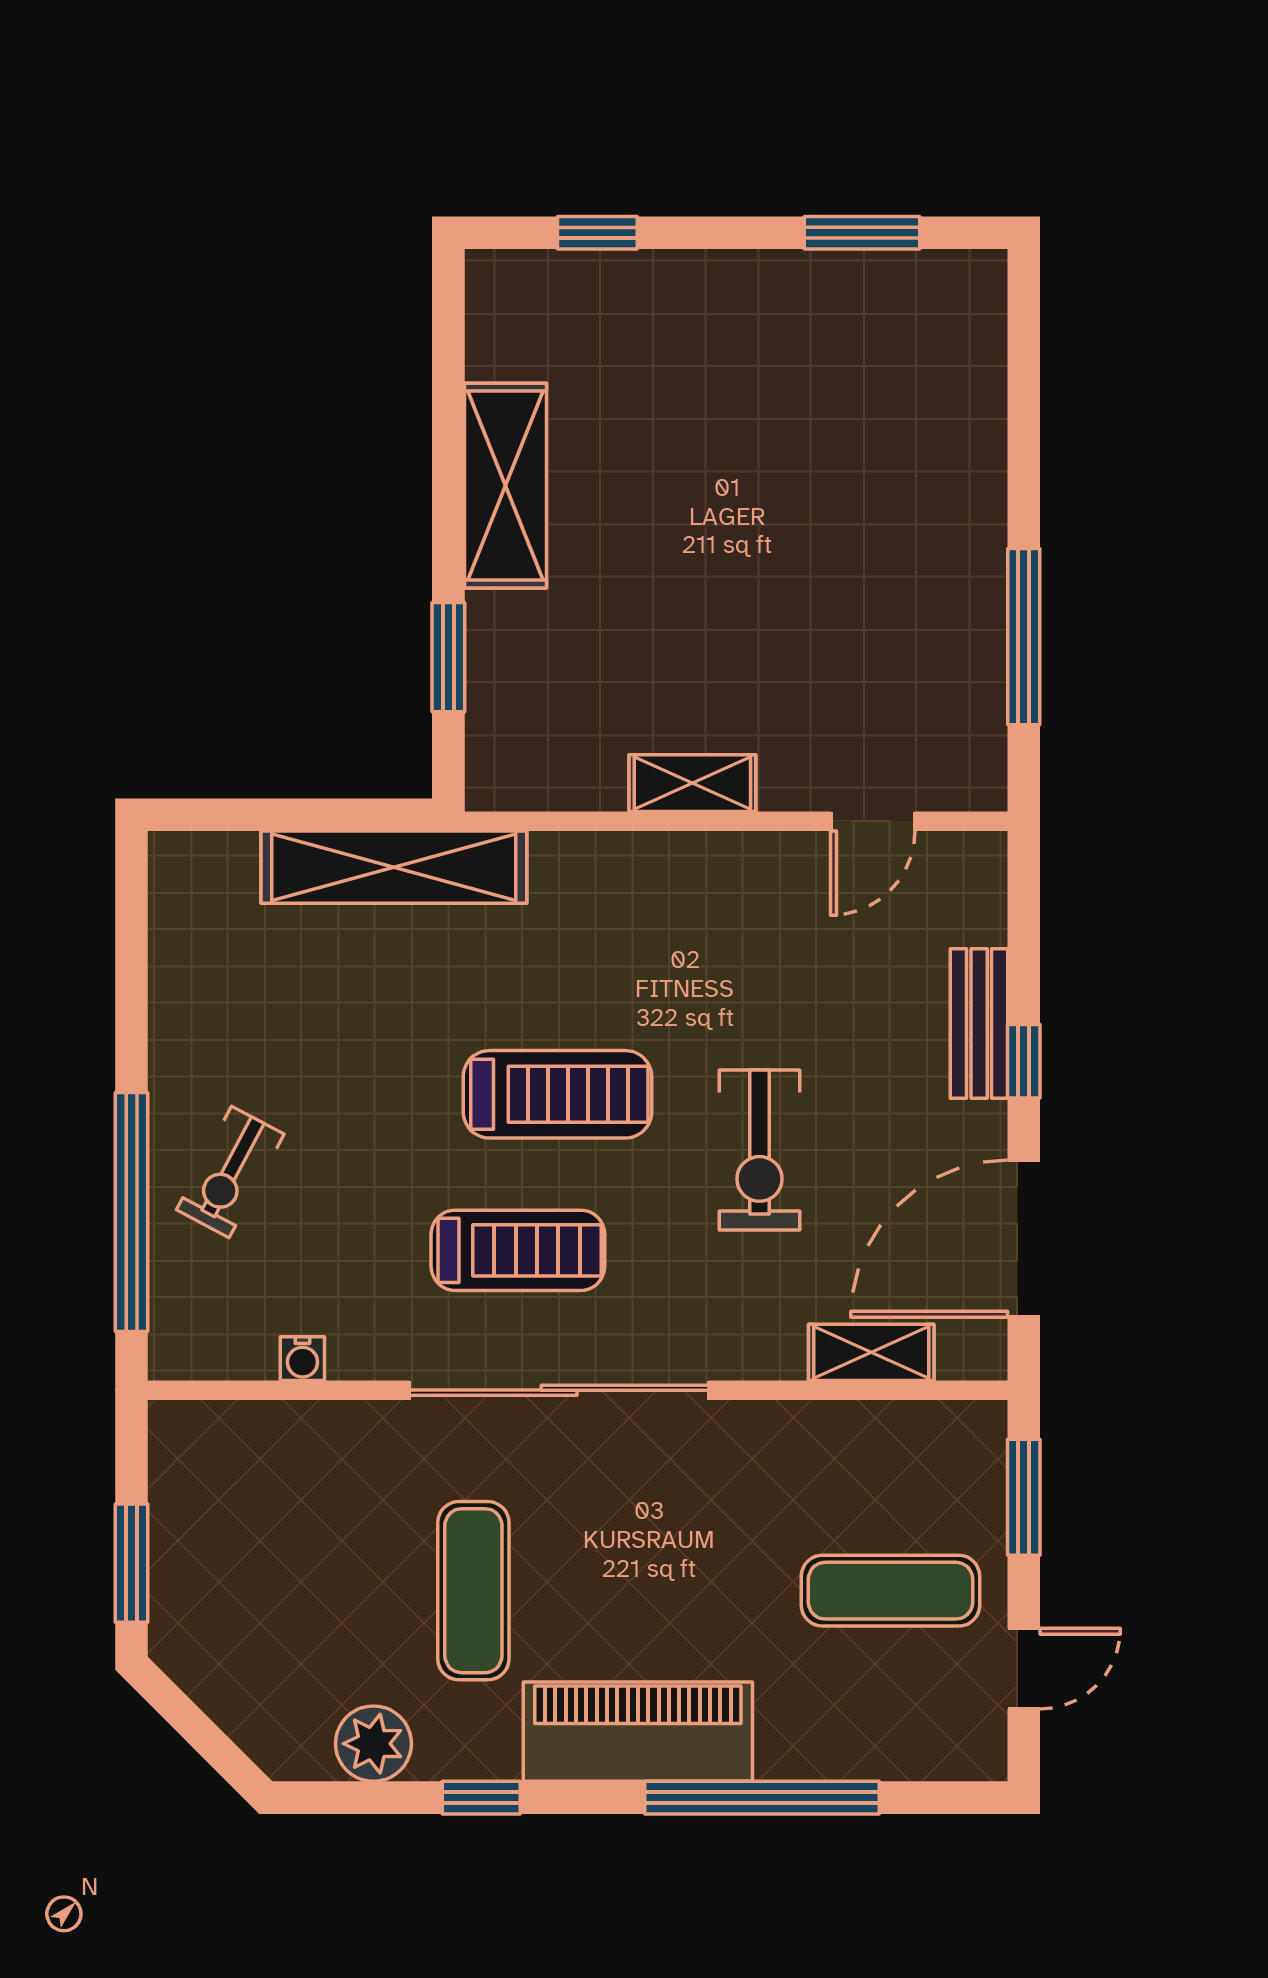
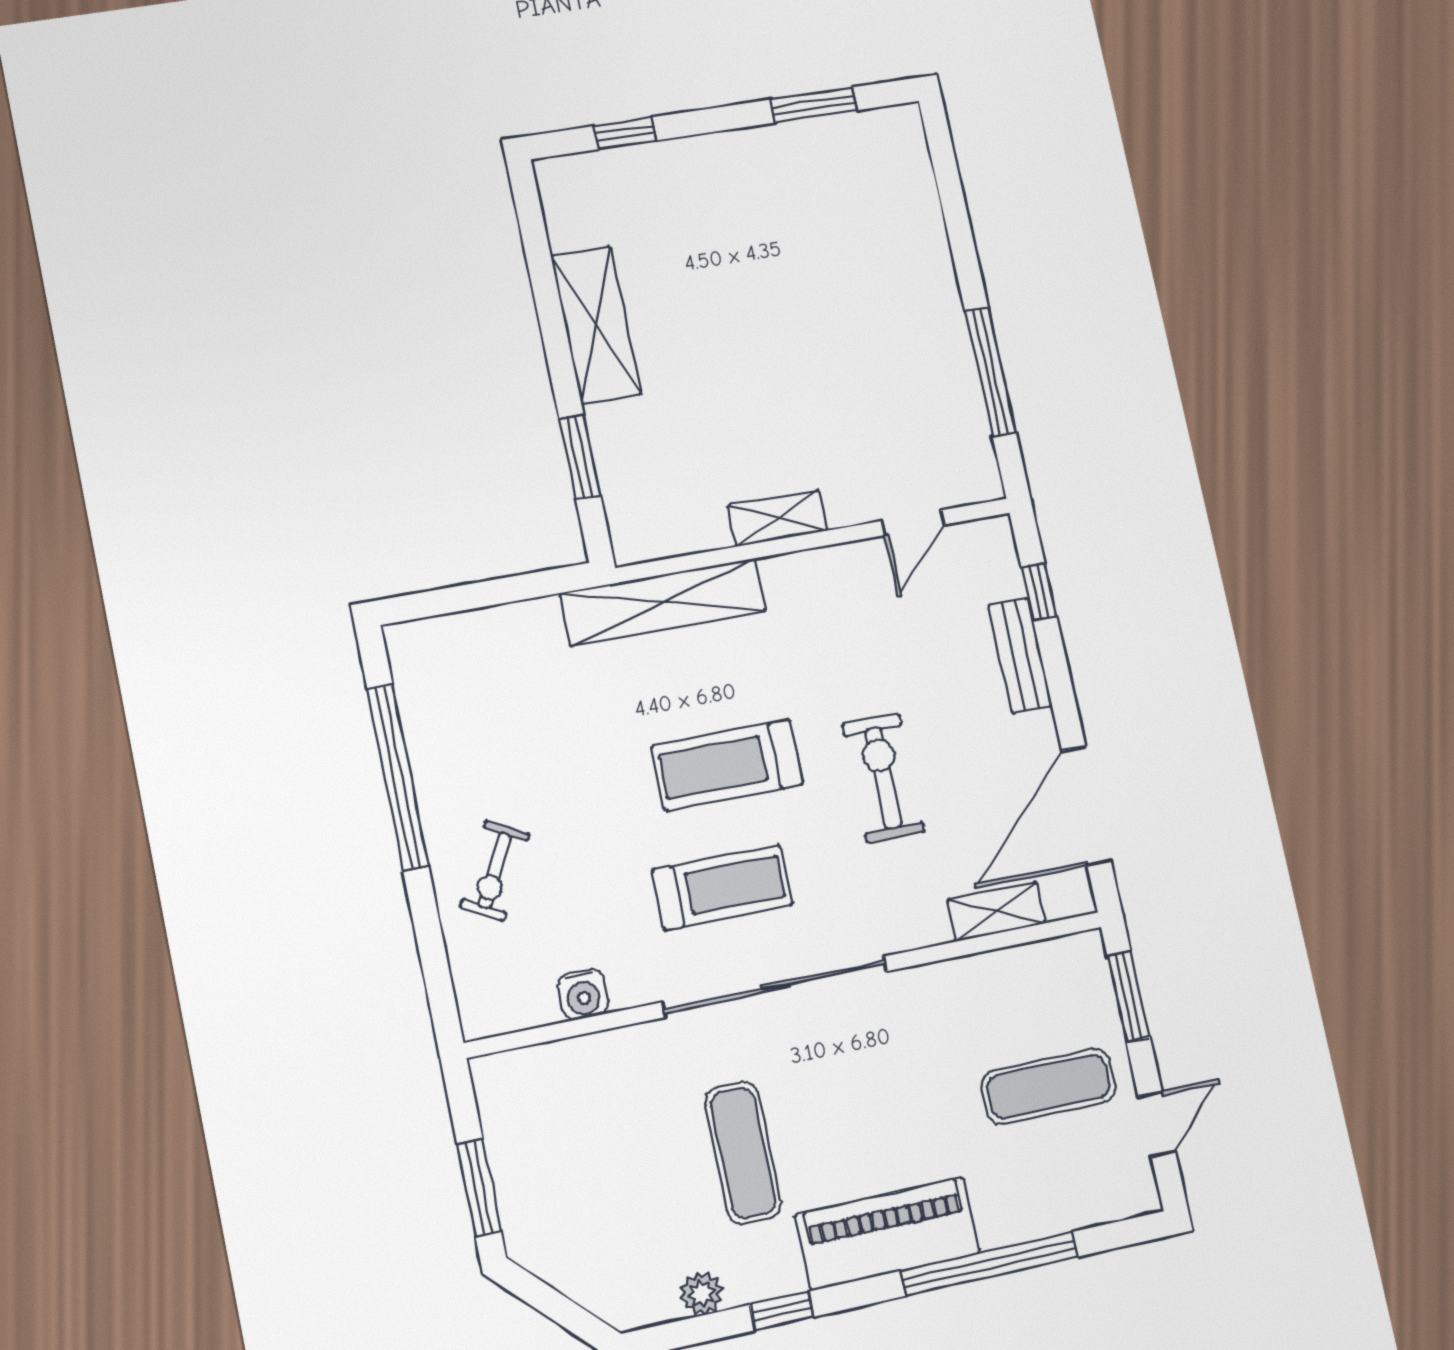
shelving: (394, 867) -> (663, 602), moved
window: (1024, 1061) -> (1039, 592), moved
treadmill: (557, 1094) -> (727, 765), turned 180
exercise bike: (759, 1150) -> (883, 778), turned 180
window: (132, 1212) -> (398, 777), moved
water cooler: (302, 1359) -> (583, 994), width x1.38, depth x1.38
plant: (373, 1744) -> (702, 1294), width x0.73, depth x0.73

